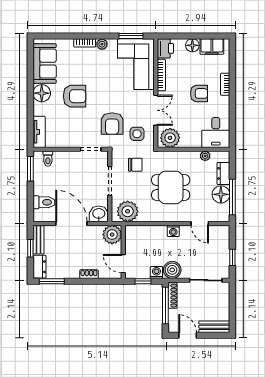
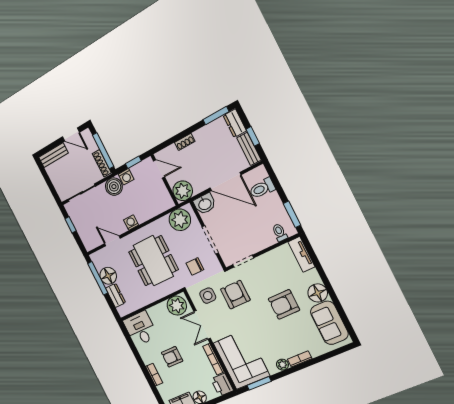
plant: (205, 156) -> (139, 304), removed
dining table: (171, 187) -> (153, 261), width x1.38

